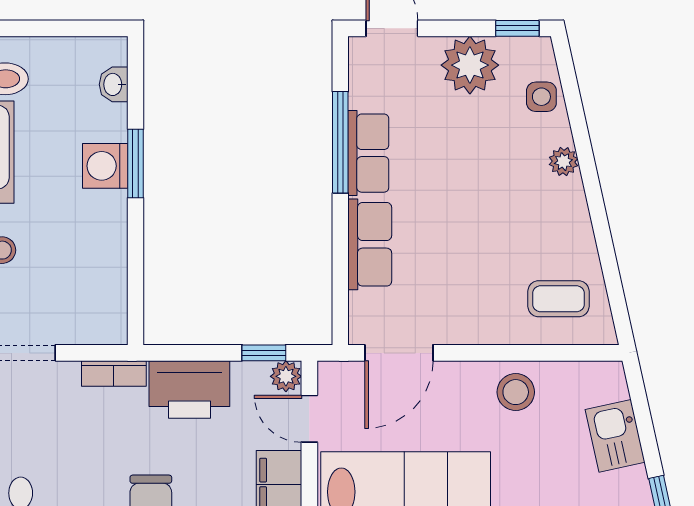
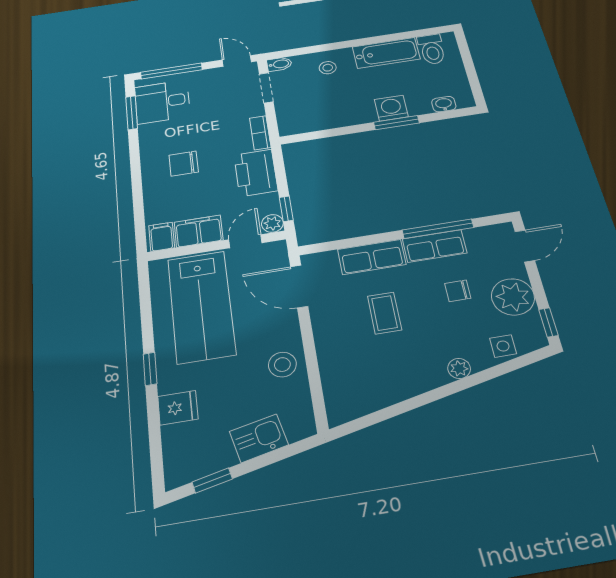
chair: (447, 137) -> (458, 291), added
coffee table: (558, 299) -> (384, 313), moved

